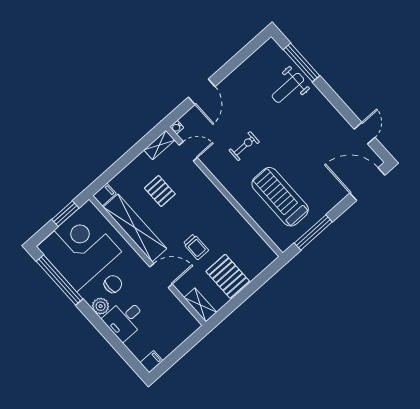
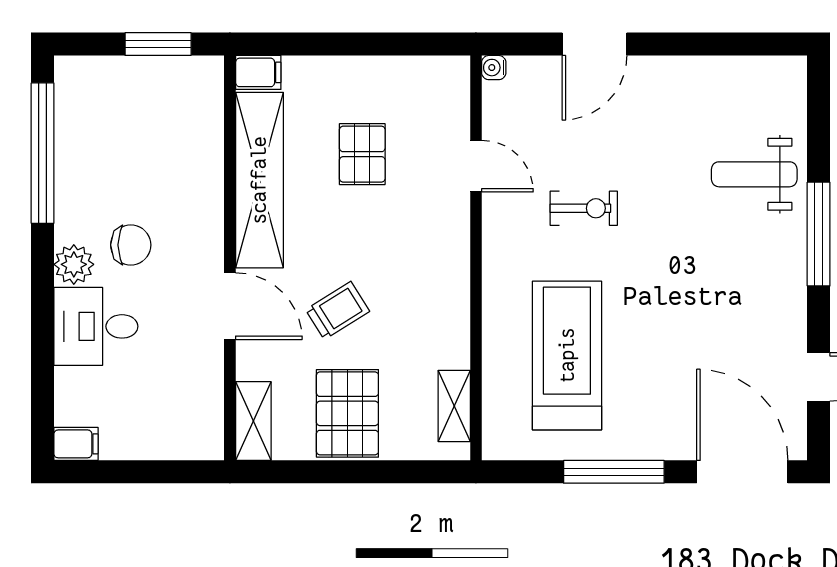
window: (302, 63) -> (819, 234), moved
shelving: (159, 145) -> (454, 406), moved, turned 90
door: (188, 151) -> (476, 166), moved
window: (313, 232) -> (614, 472), moved
trolley: (196, 247) -> (338, 310), turned -122
corner desk: (79, 249) -> (126, 129), removed

